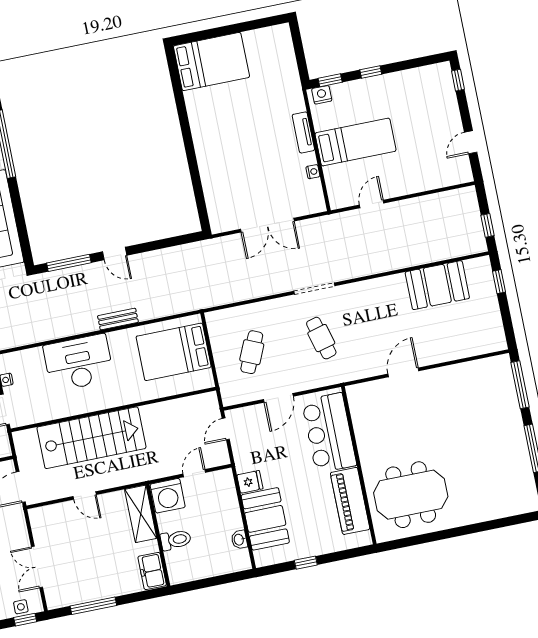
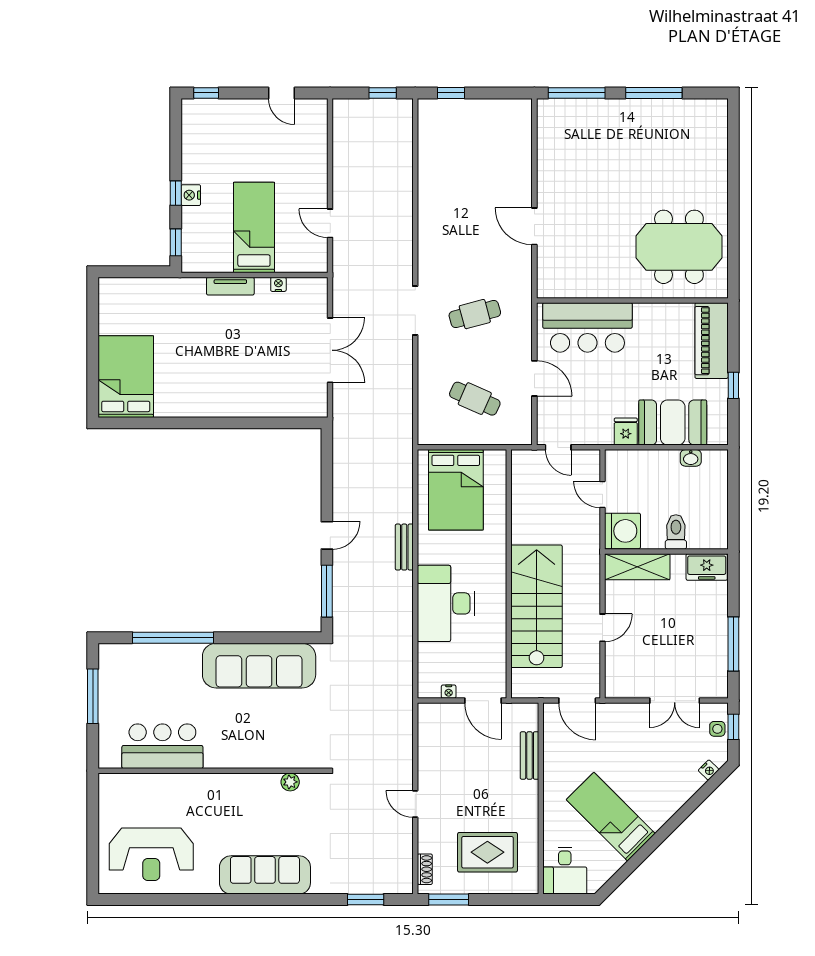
nightstand: (322, 95) -> (191, 195), moved
booth: (437, 285) -> (441, 166), removed
meeting table: (411, 495) -> (679, 247), turned 90
piano: (350, 501) -> (712, 341), moved, turned 90

